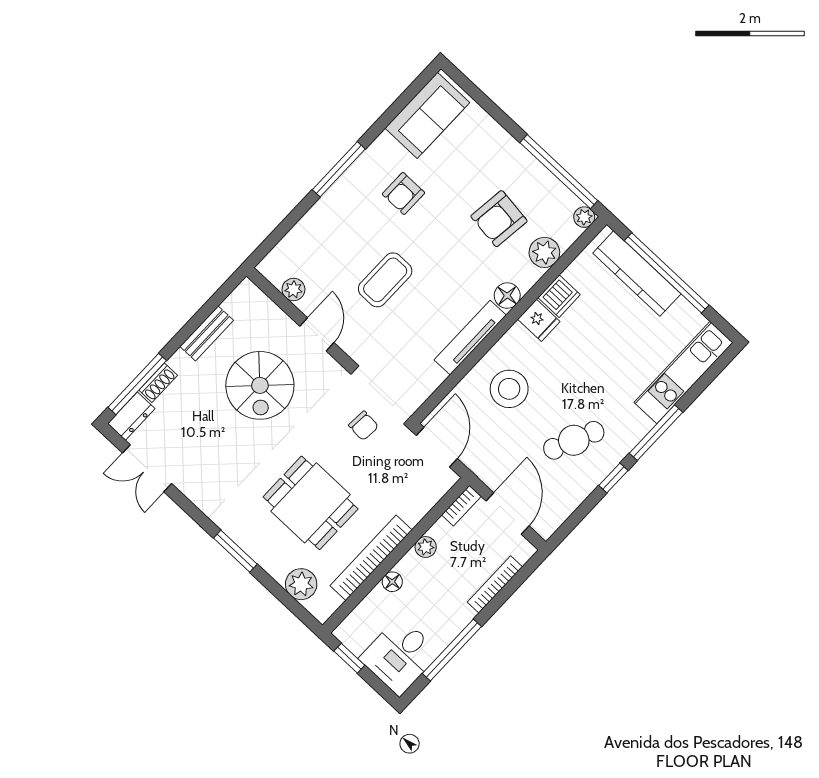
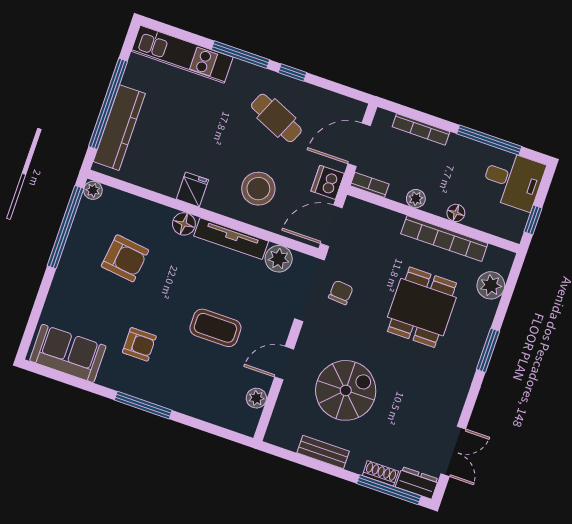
plant: (544, 252) -> (279, 259), moved
dishwasher: (559, 296) -> (328, 182), moved, turned -90

